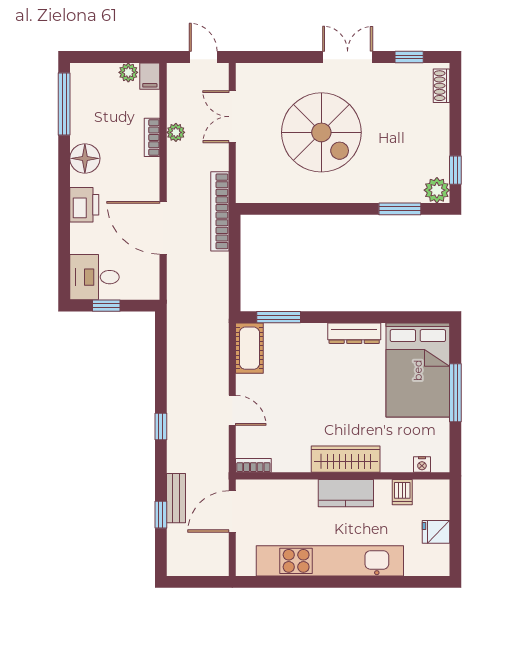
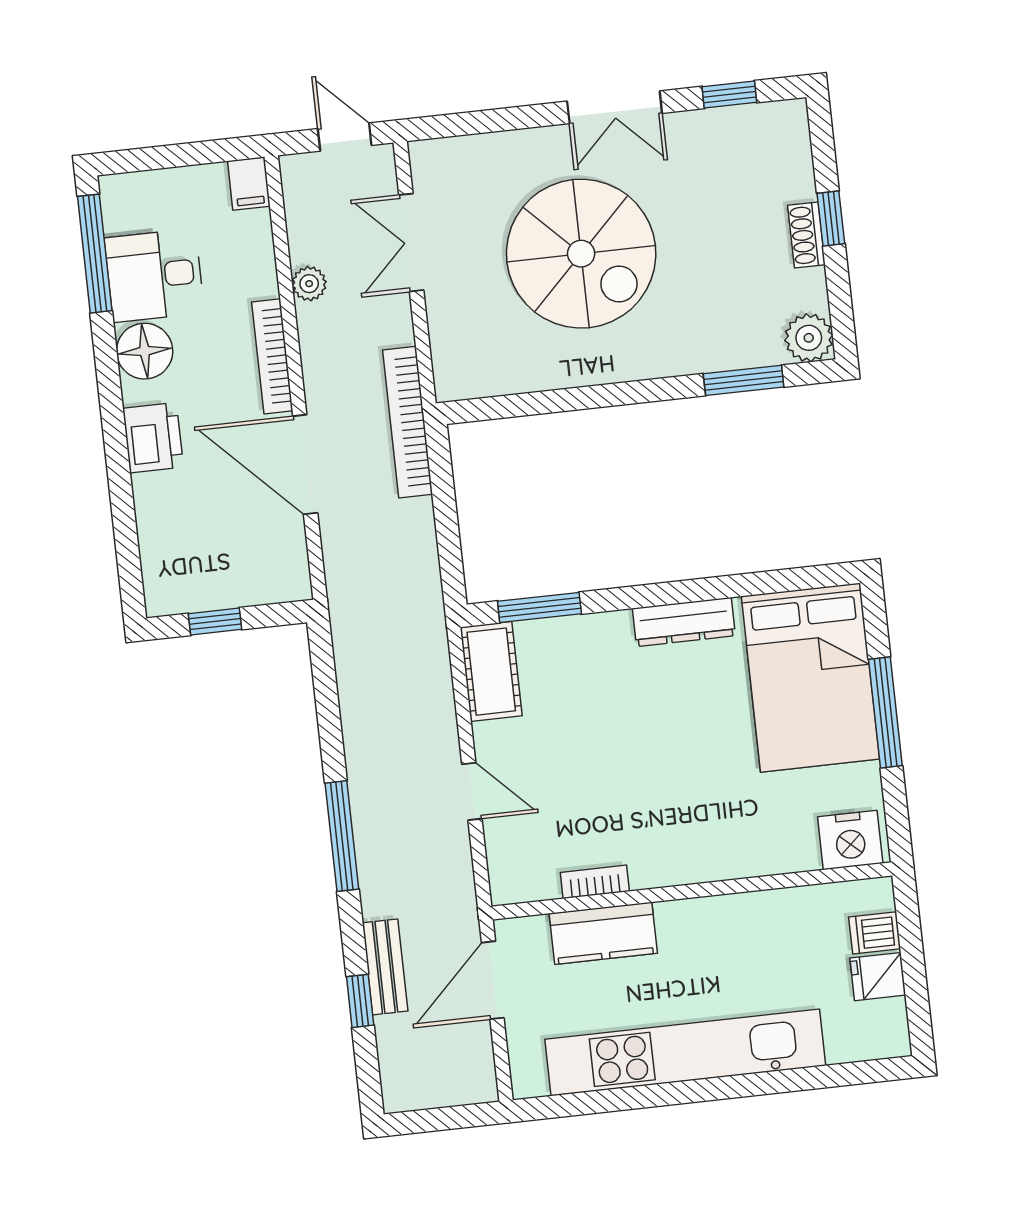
double door: (348, 57) -> (615, 107), swing flipped
plant: (128, 72) -> (208, 181), removed
shoe rack: (442, 86) -> (806, 235), moved
bookcase: (152, 137) -> (272, 356), moved, width x1.56
window: (455, 170) -> (831, 219), moved
desk: (94, 277) -> (154, 275), moved
window: (161, 426) -> (342, 836), width x2.17
wardrobe: (346, 459) -> (694, 859), removed
nightstand: (422, 464) -> (850, 840), width x1.89, depth x1.79
bookcase: (253, 465) -> (595, 882), moved
dishwasher: (402, 492) -> (875, 933), moved, turned 90
kitchen counter: (346, 493) -> (603, 933), moved

